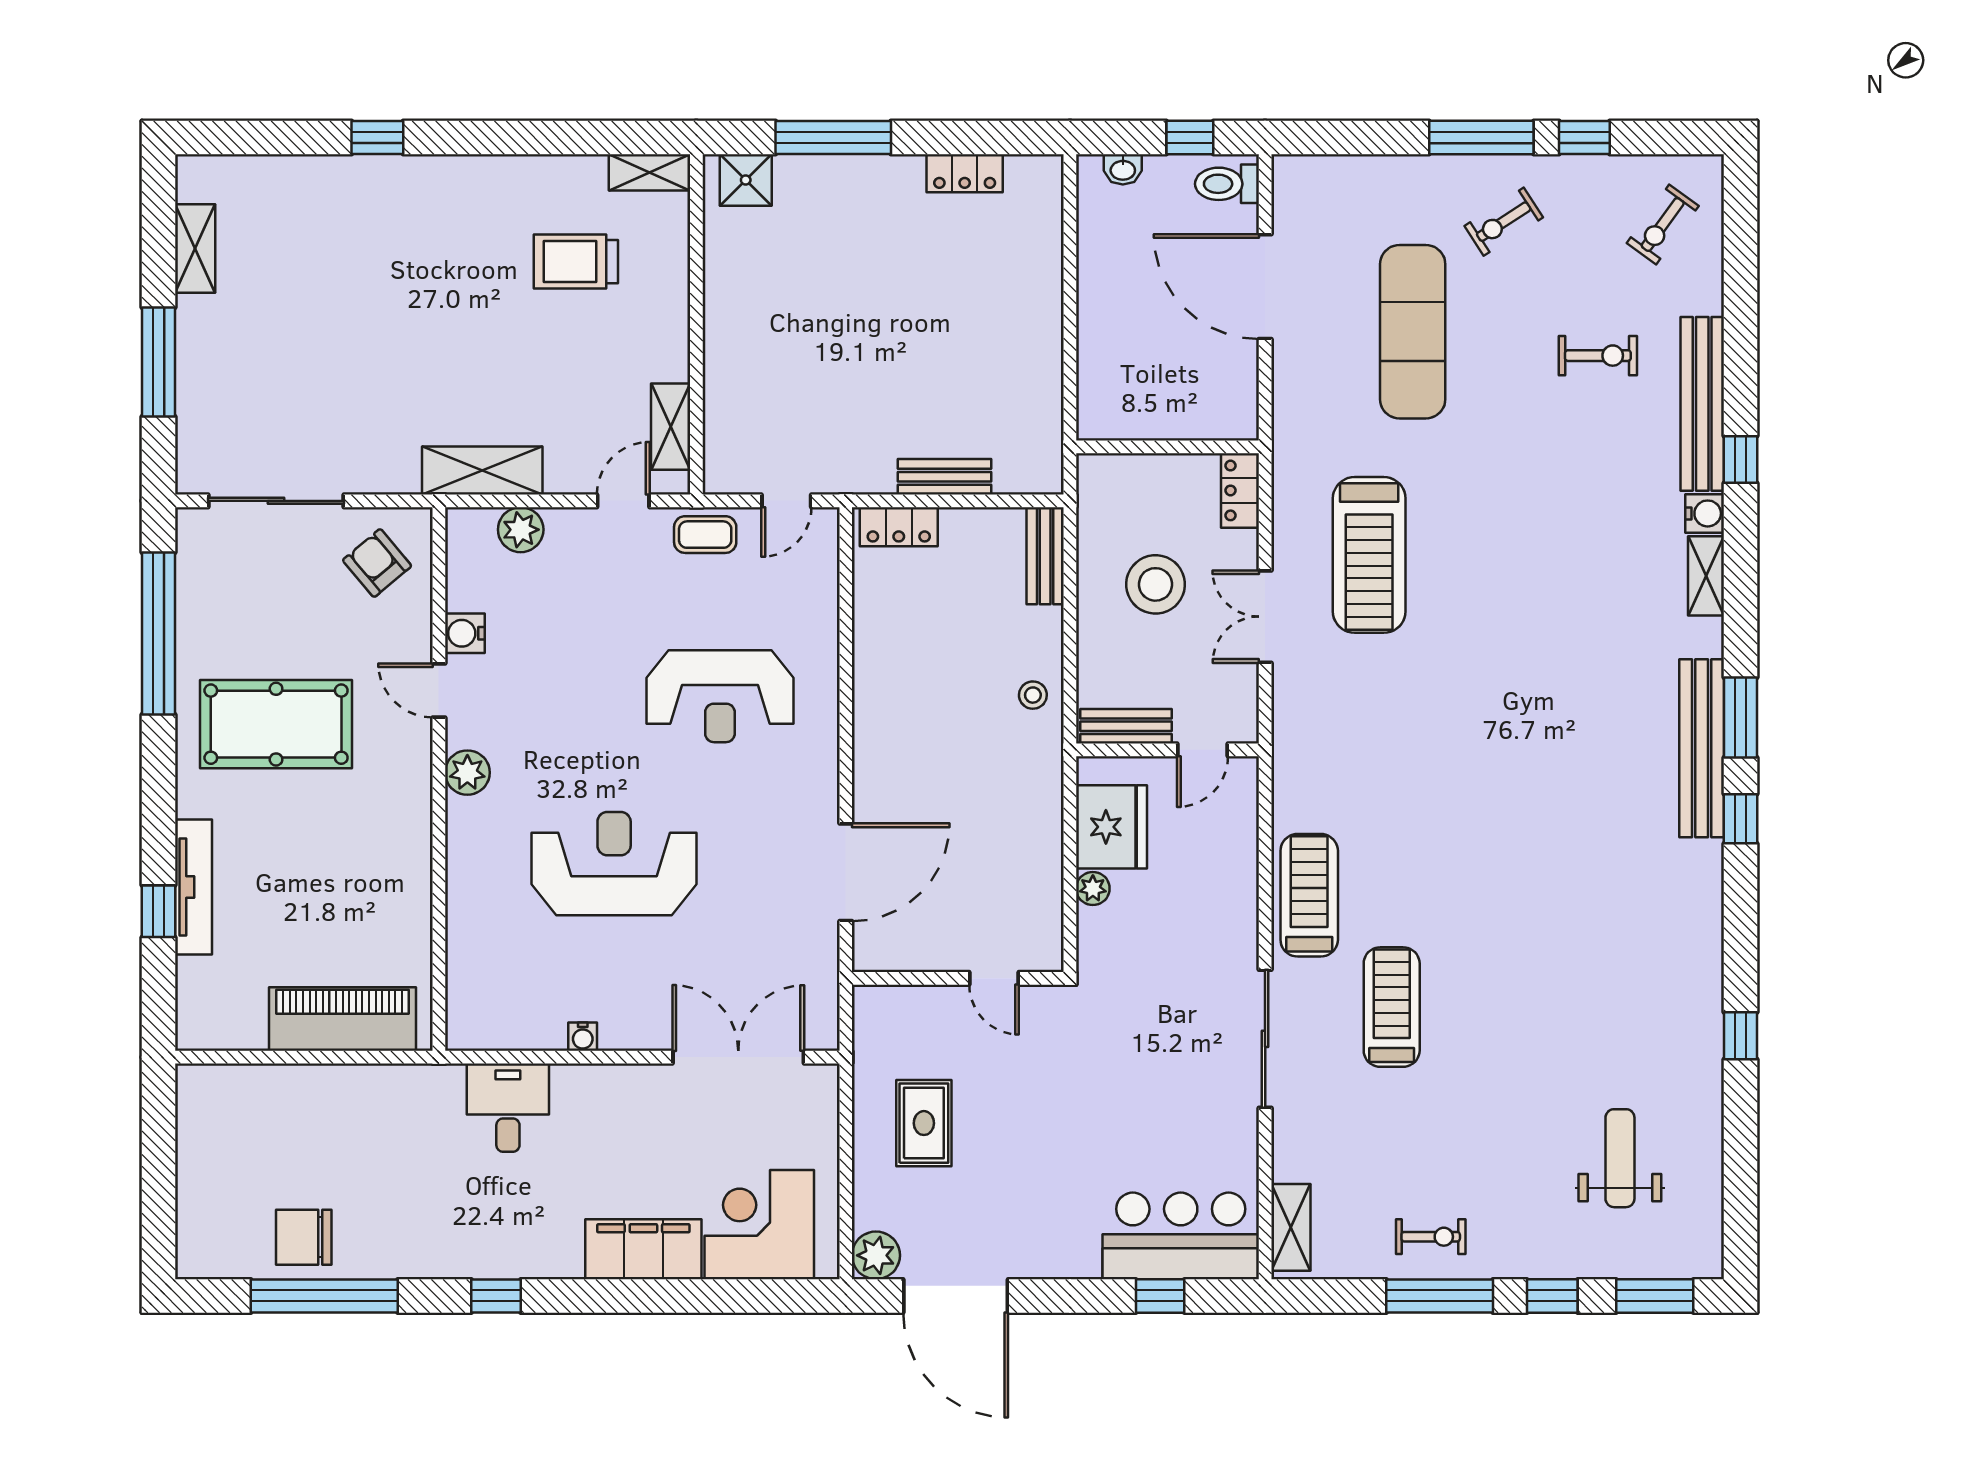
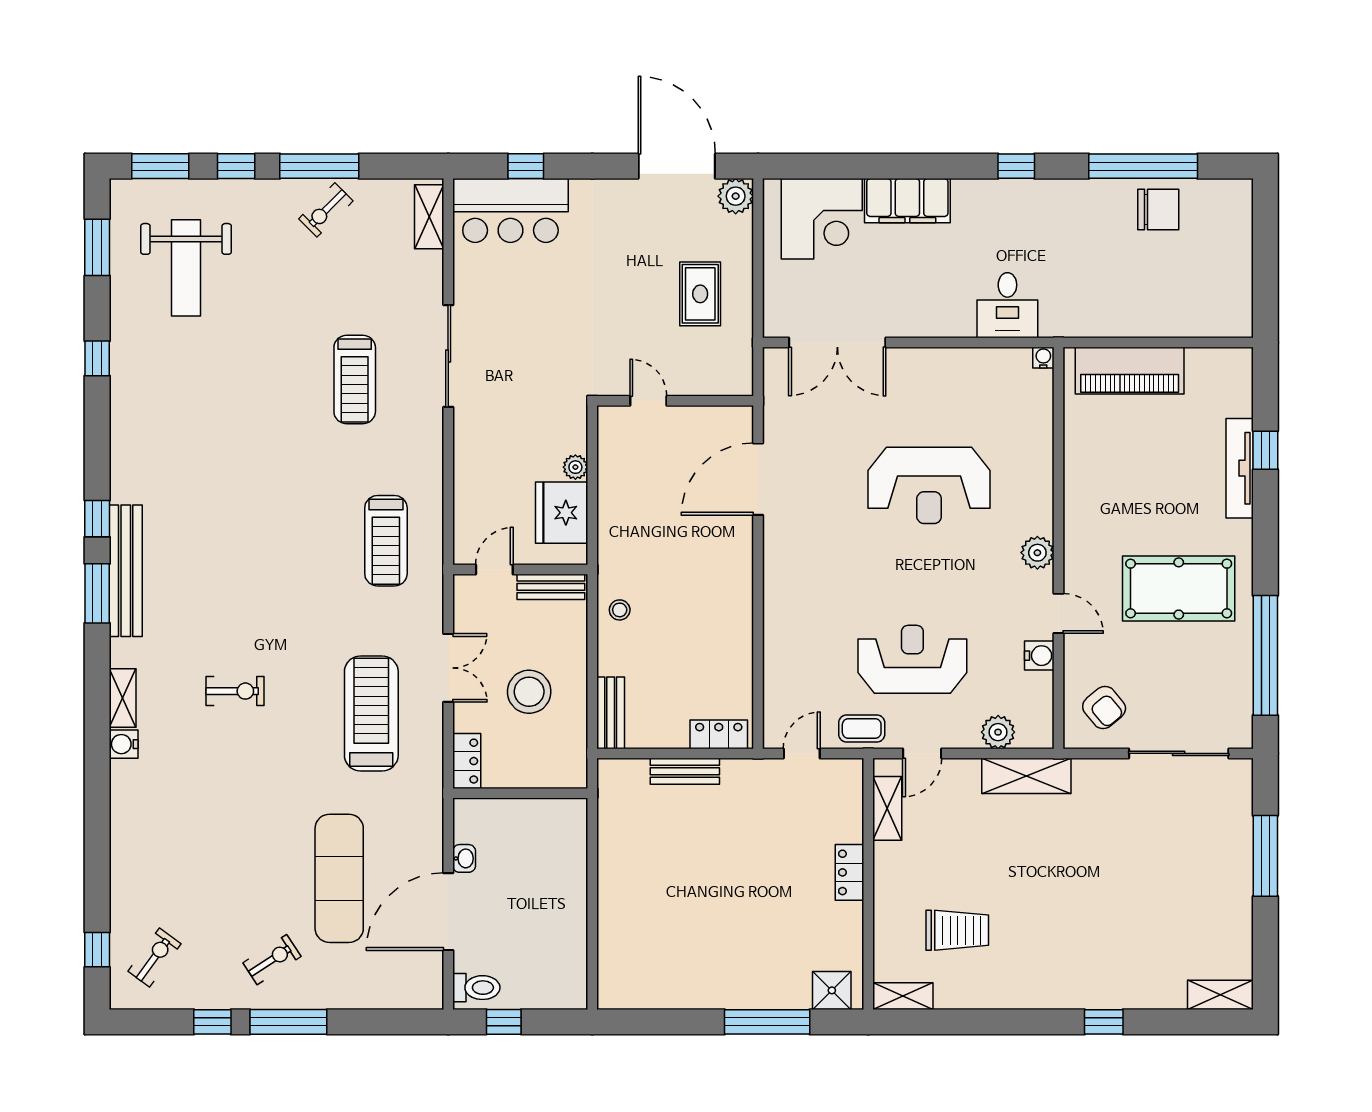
washbasin: (1123, 169) -> (464, 858), moved, turned 90
locker: (965, 173) -> (850, 872), moved, turned -90
shelving: (195, 249) -> (1220, 995), moved, turned 90
door: (1265, 287) -> (448, 912), swing flipped
exercise bike: (1598, 356) -> (235, 691), moved, turned 180
bench: (1702, 404) -> (125, 825), removed
window: (1740, 459) -> (97, 950), moved
reception desk: (720, 696) -> (912, 659), moved
treadmill: (1309, 895) -> (386, 541), moved
water cooler: (583, 1037) -> (1043, 358), moved
weight bench: (1620, 1158) -> (186, 268), width x1.36, depth x1.33
window: (1740, 1186) -> (97, 247), added
exercise bike: (1431, 1237) -> (326, 210), turned -45

